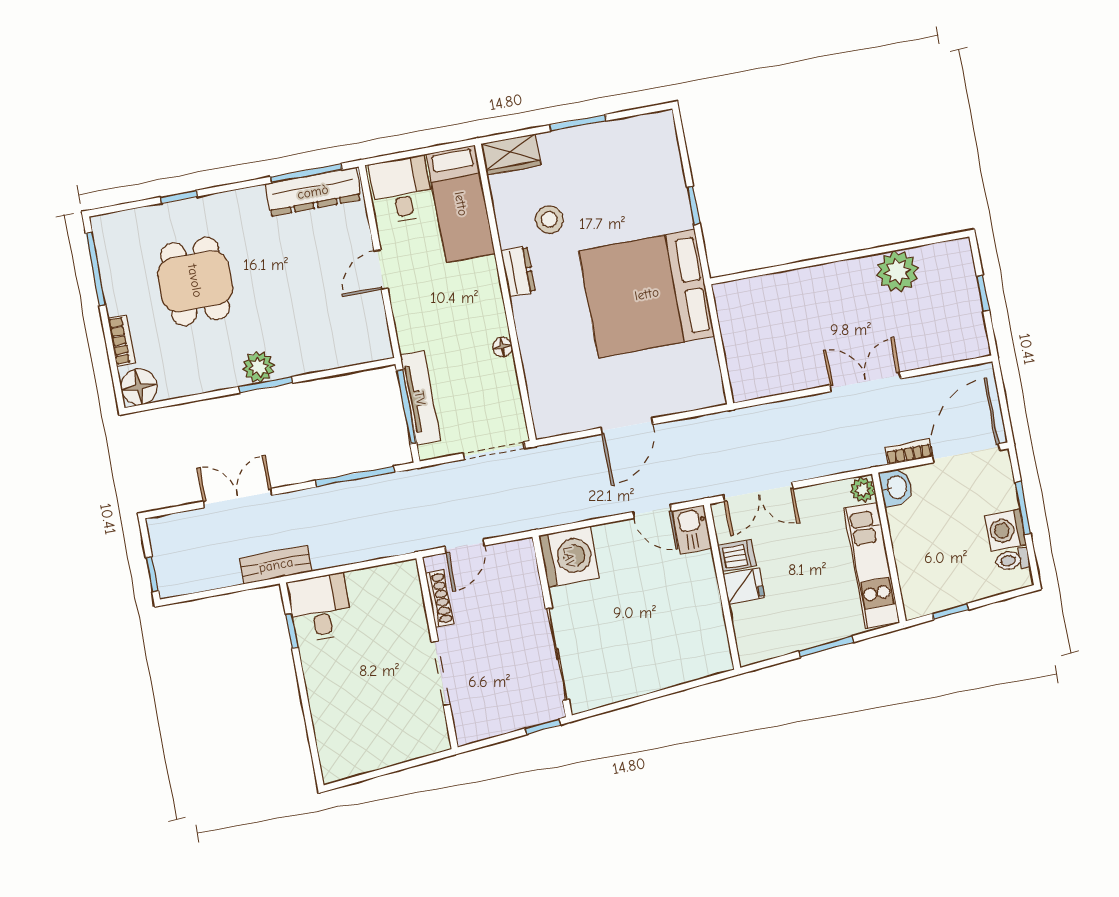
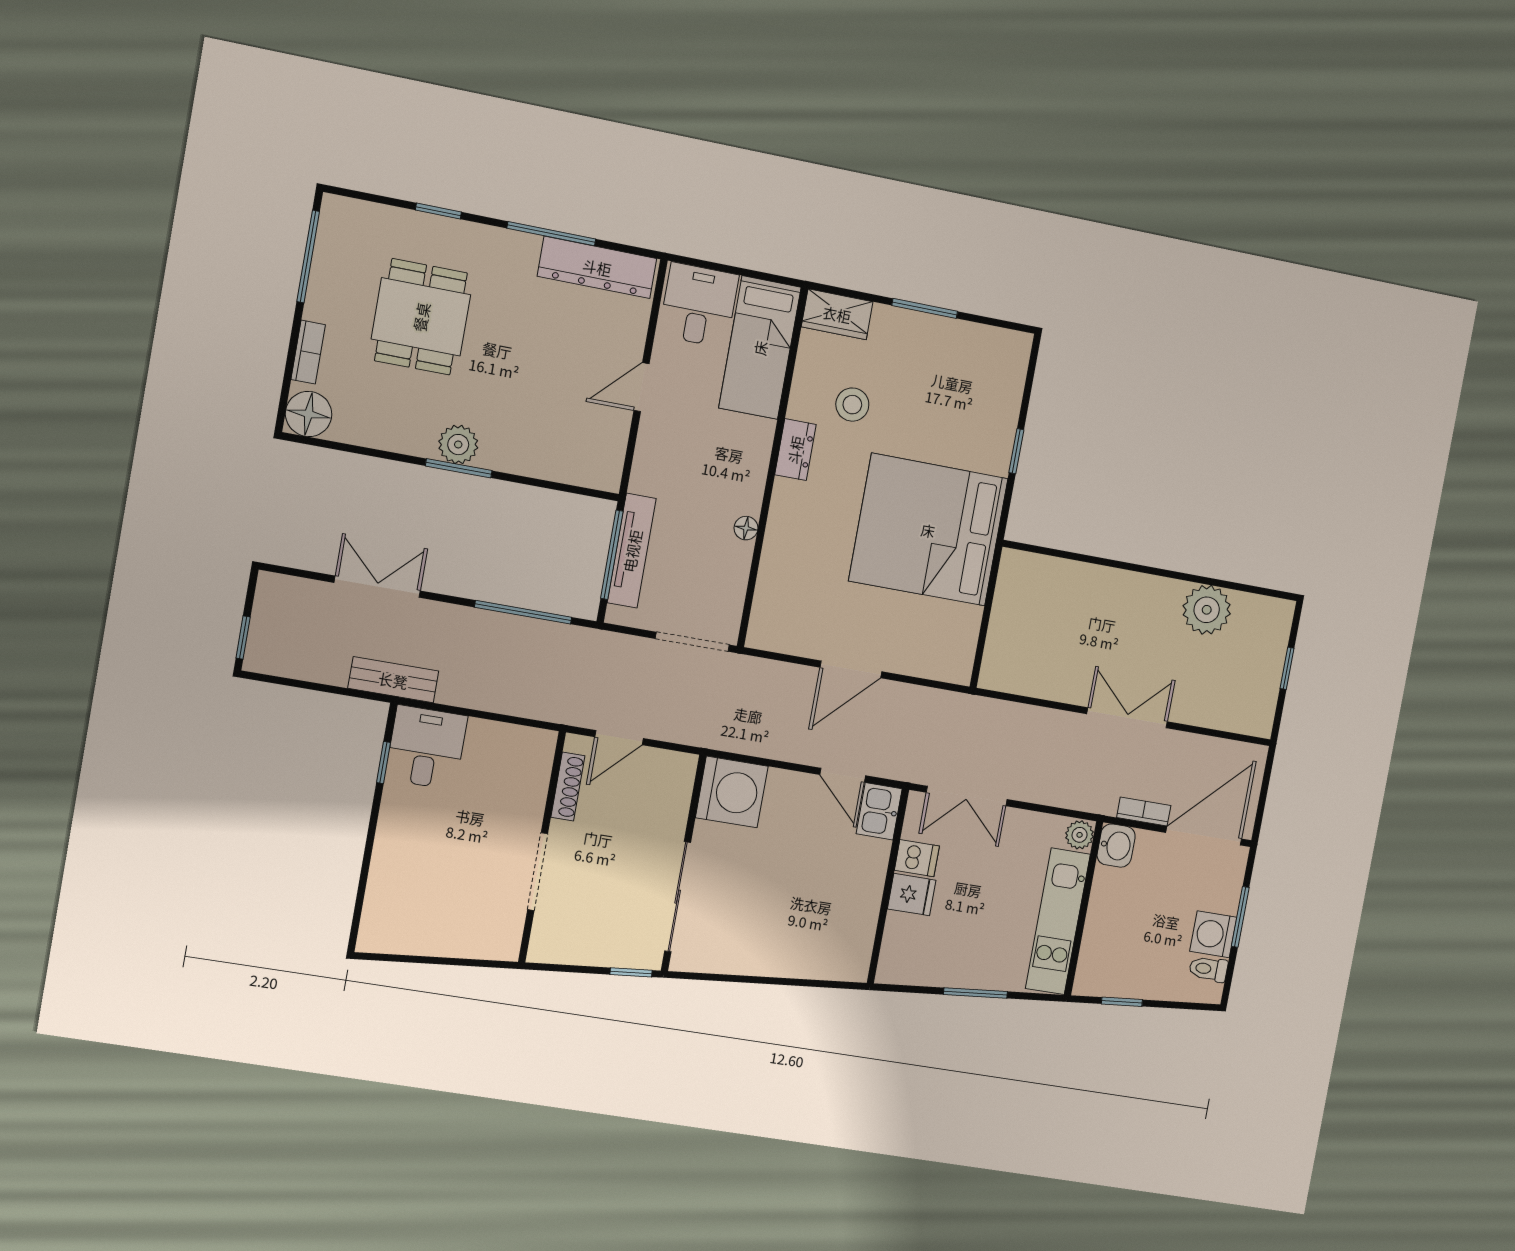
window: (306, 173) -> (551, 234), moved

